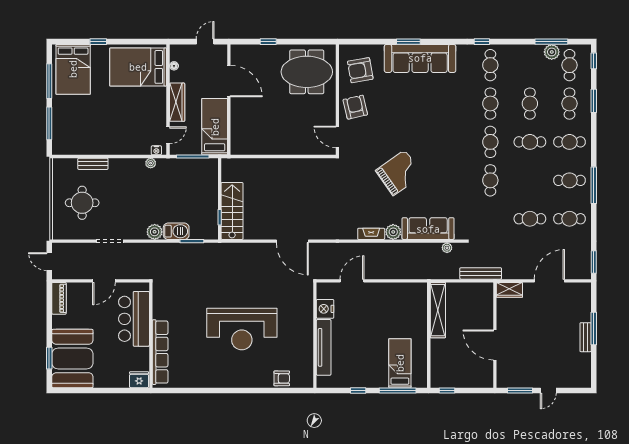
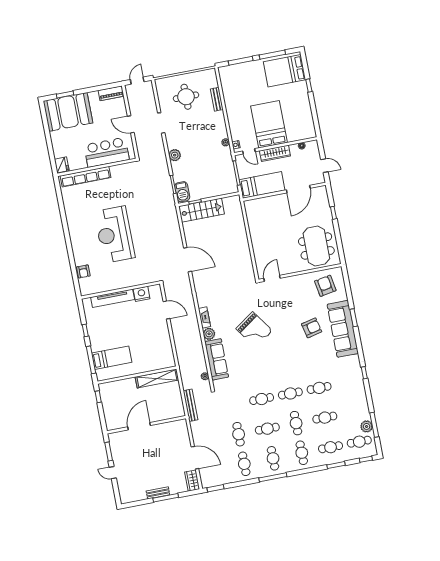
cafe table: (490, 65) -> (267, 429), moved
bed: (138, 67) -> (269, 124), moved
armchair: (355, 107) -> (312, 328), moved
barbecue: (176, 231) -> (182, 192), moved
door: (292, 241) -> (188, 260), swing flipped
wardrobe: (509, 290) -> (192, 481), moved

